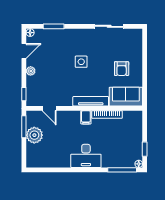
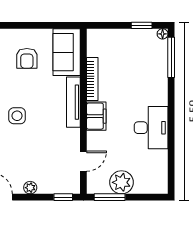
armchair: (122, 69) -> (27, 58), turned 90
filing cabinet: (86, 117) -> (96, 116), width x2.00
desk: (86, 156) -> (151, 128), moved

